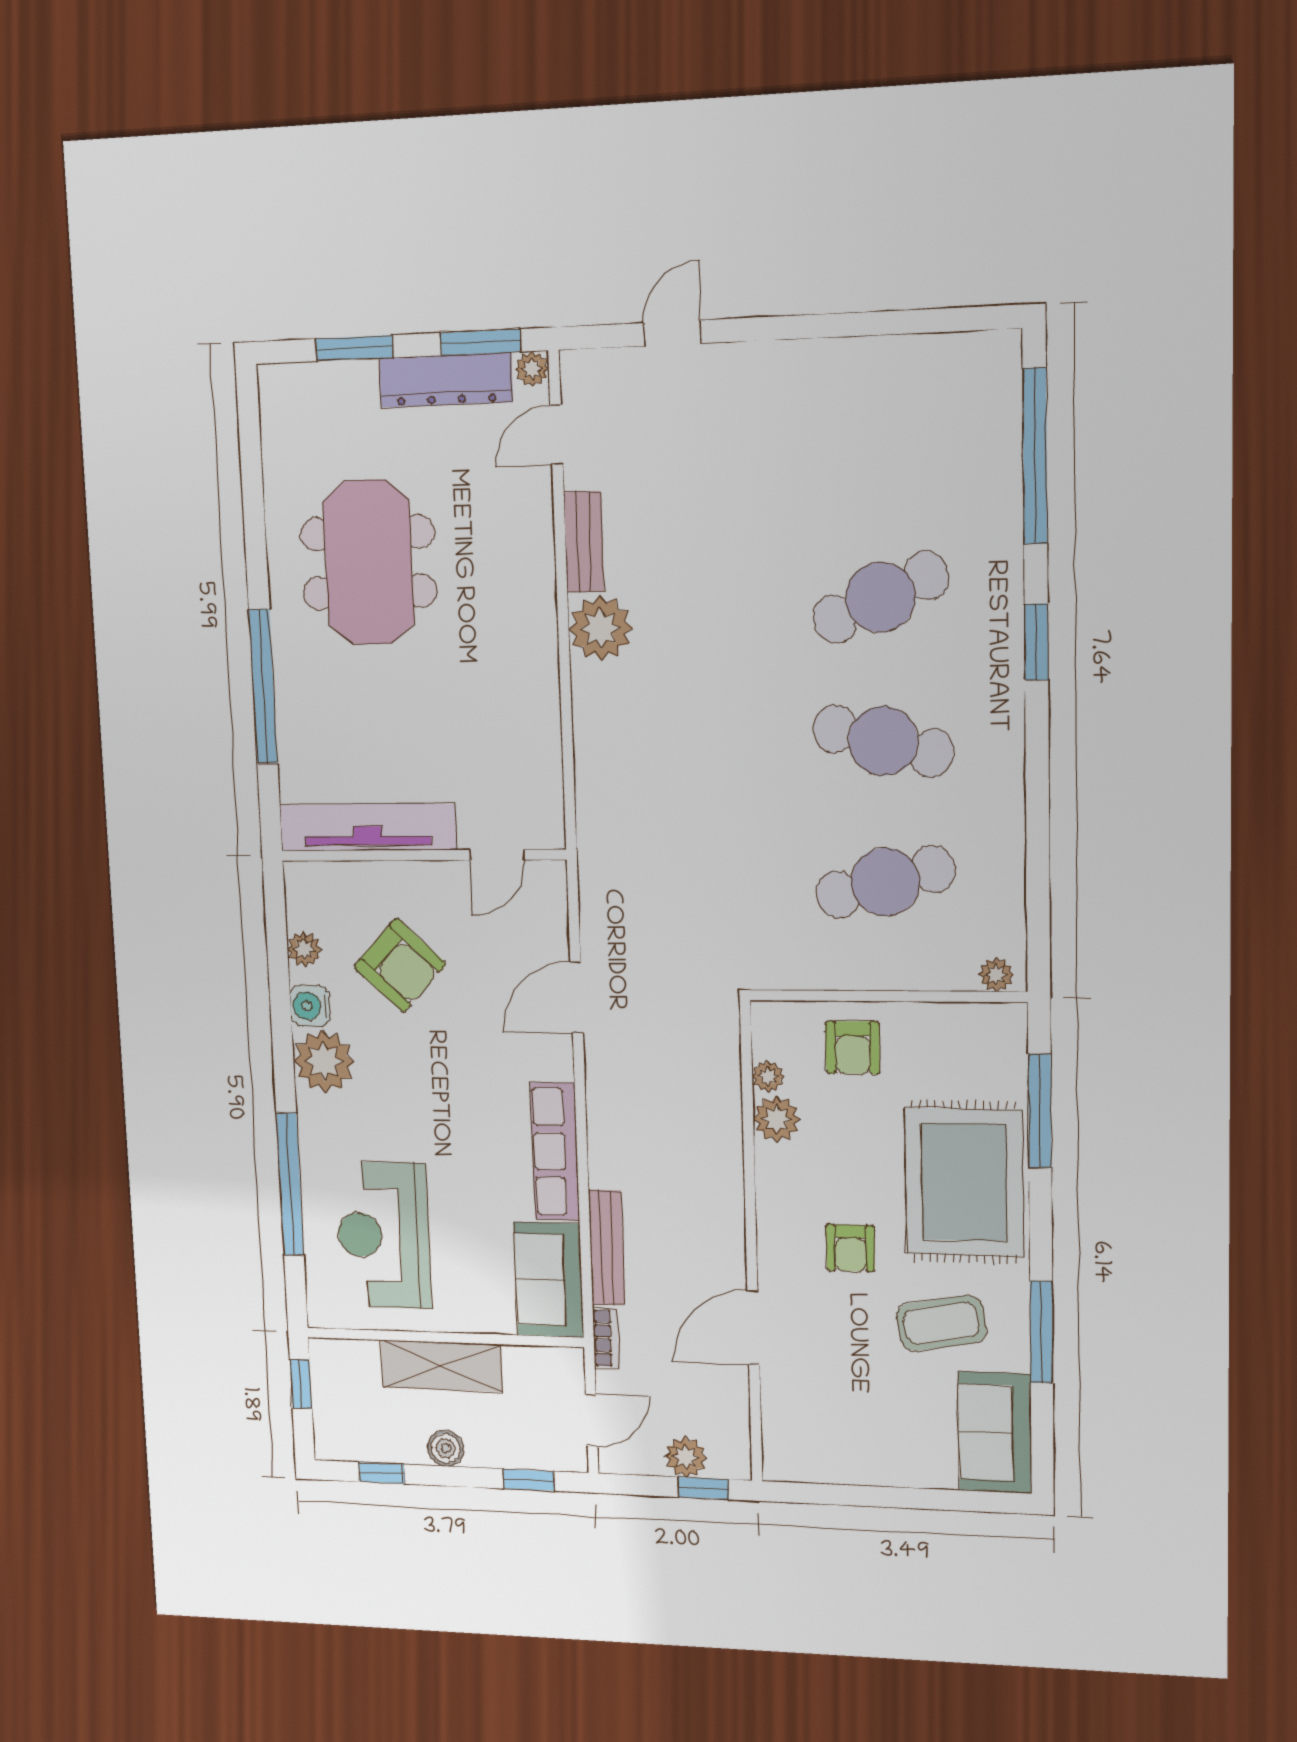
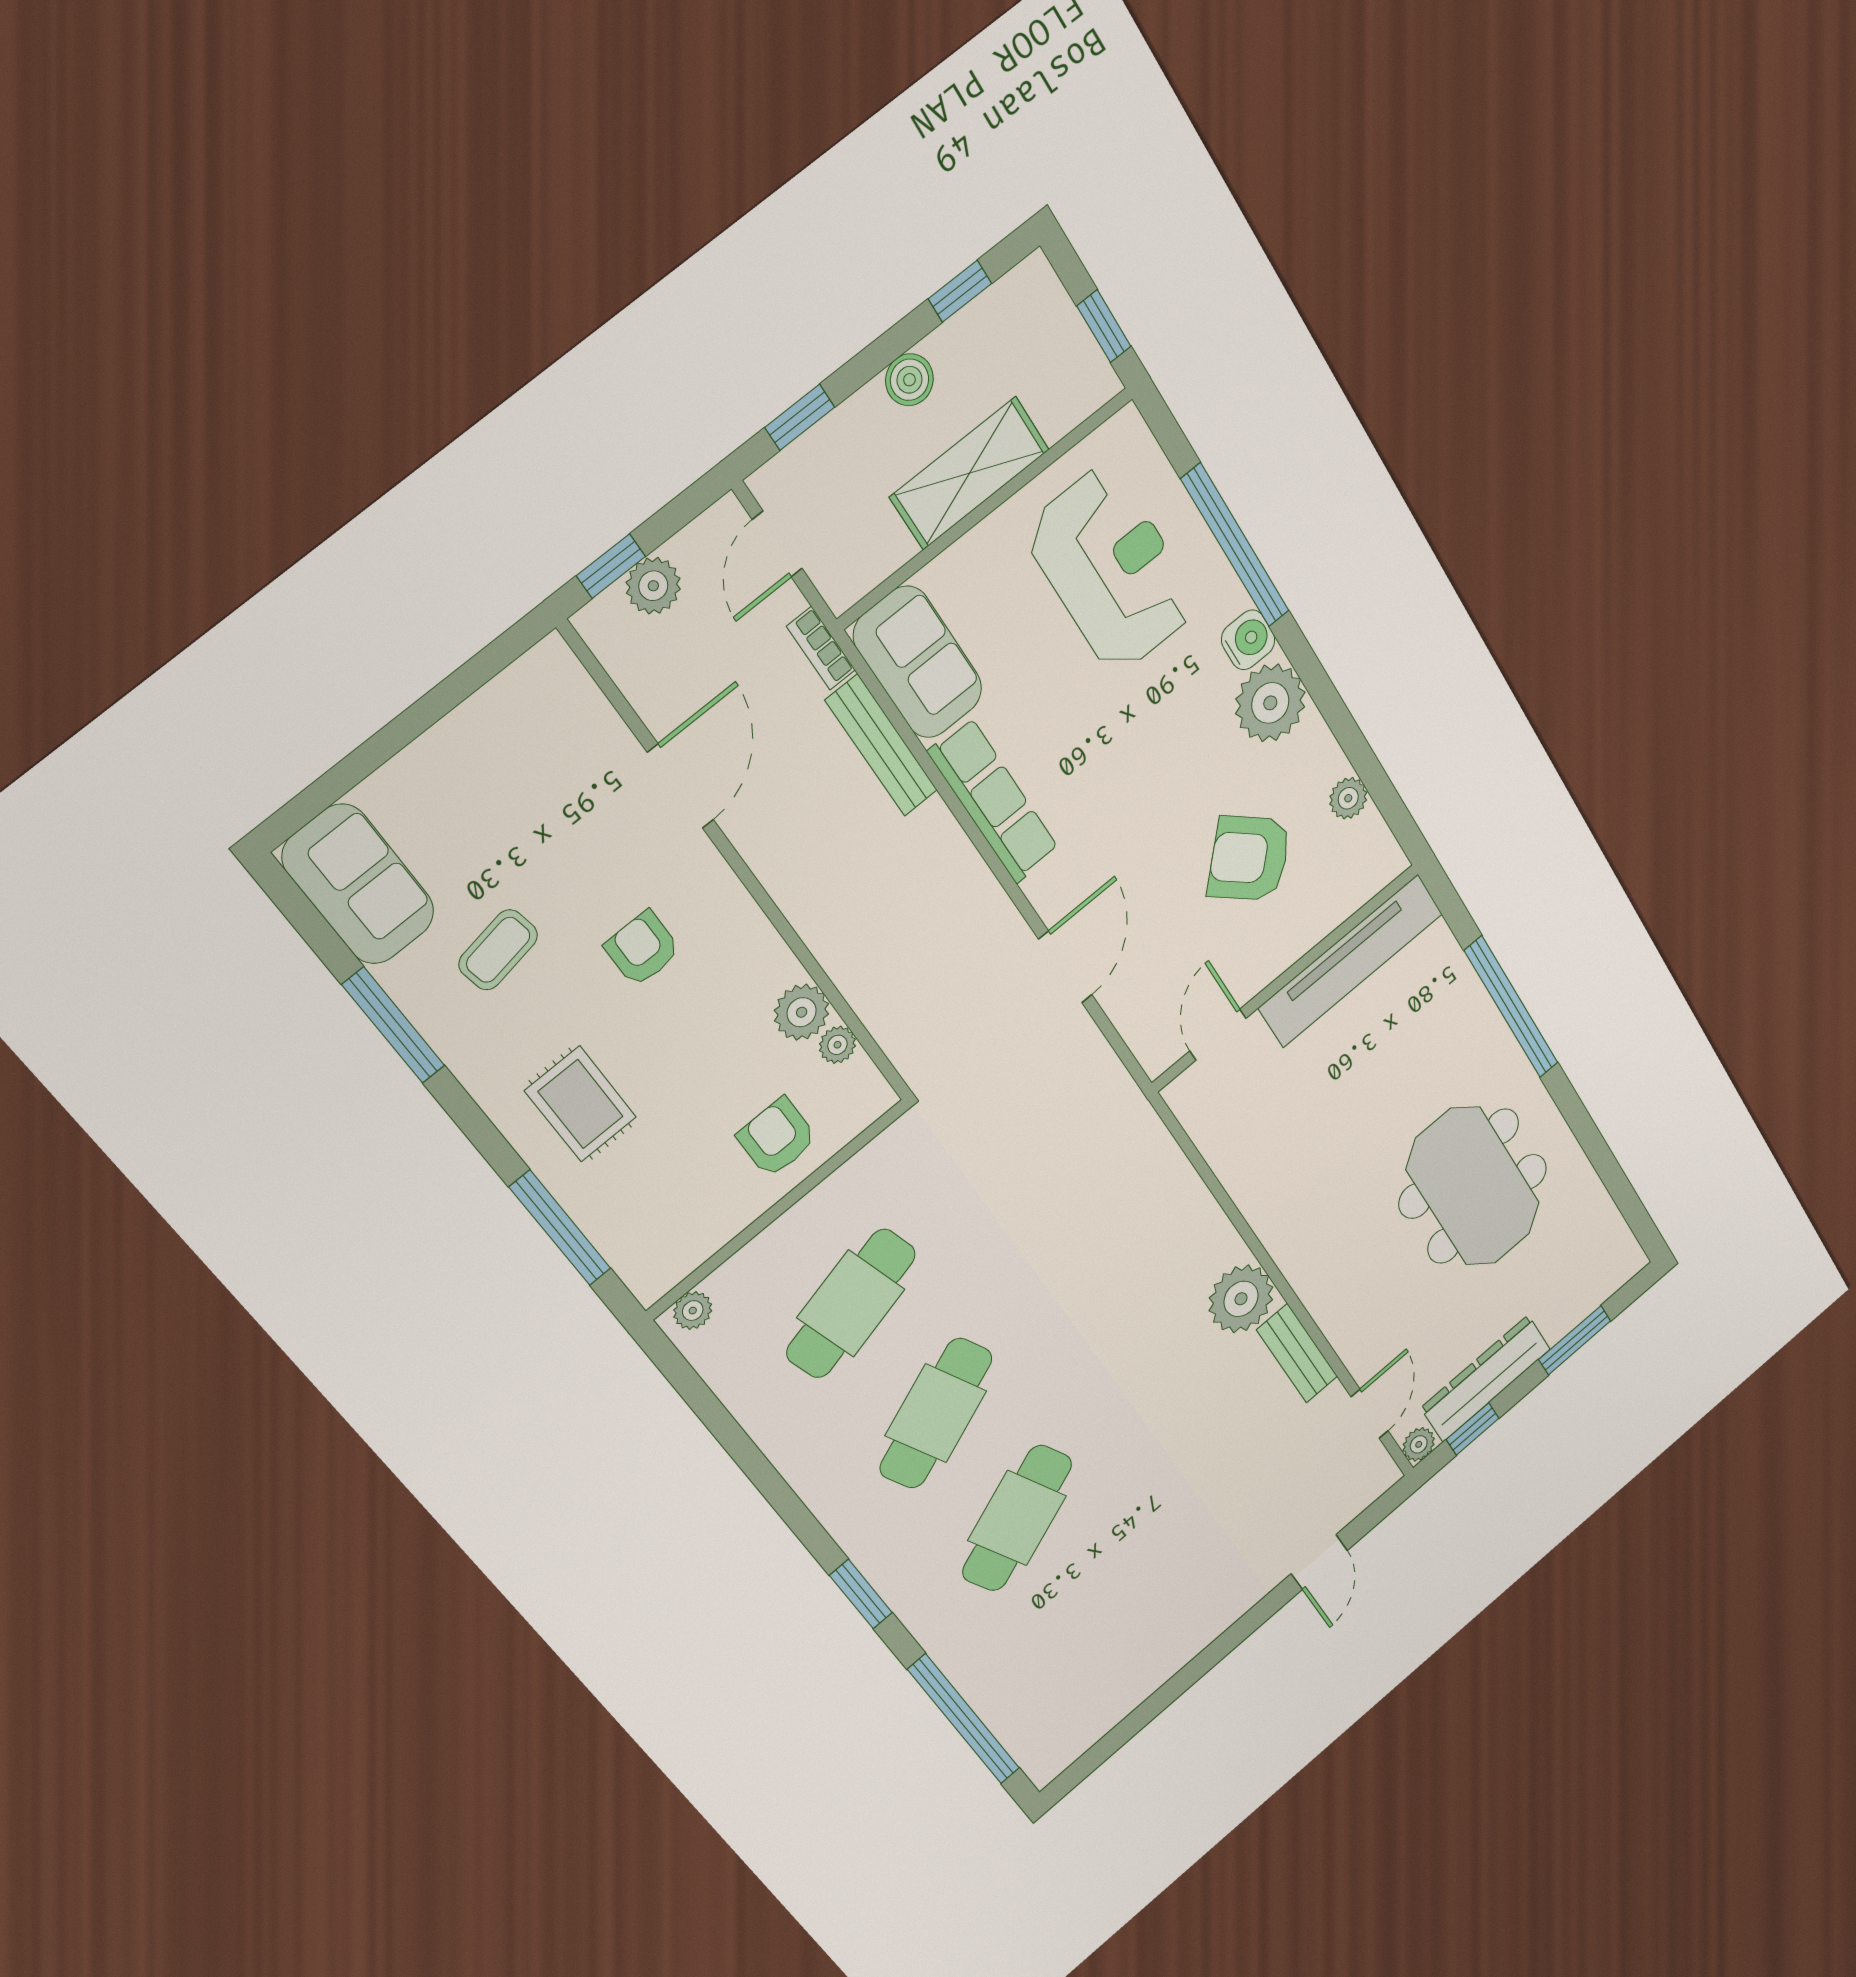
window: (480, 342) -> (1473, 1429), width x0.67
cafe table: (883, 741) -> (936, 1413), turned -39
water cooler: (310, 1006) -> (1248, 640), moved
rug: (964, 1182) -> (581, 1104), width x0.54, depth x0.49
coffee table: (941, 1323) -> (498, 950), width x0.73, depth x0.77

